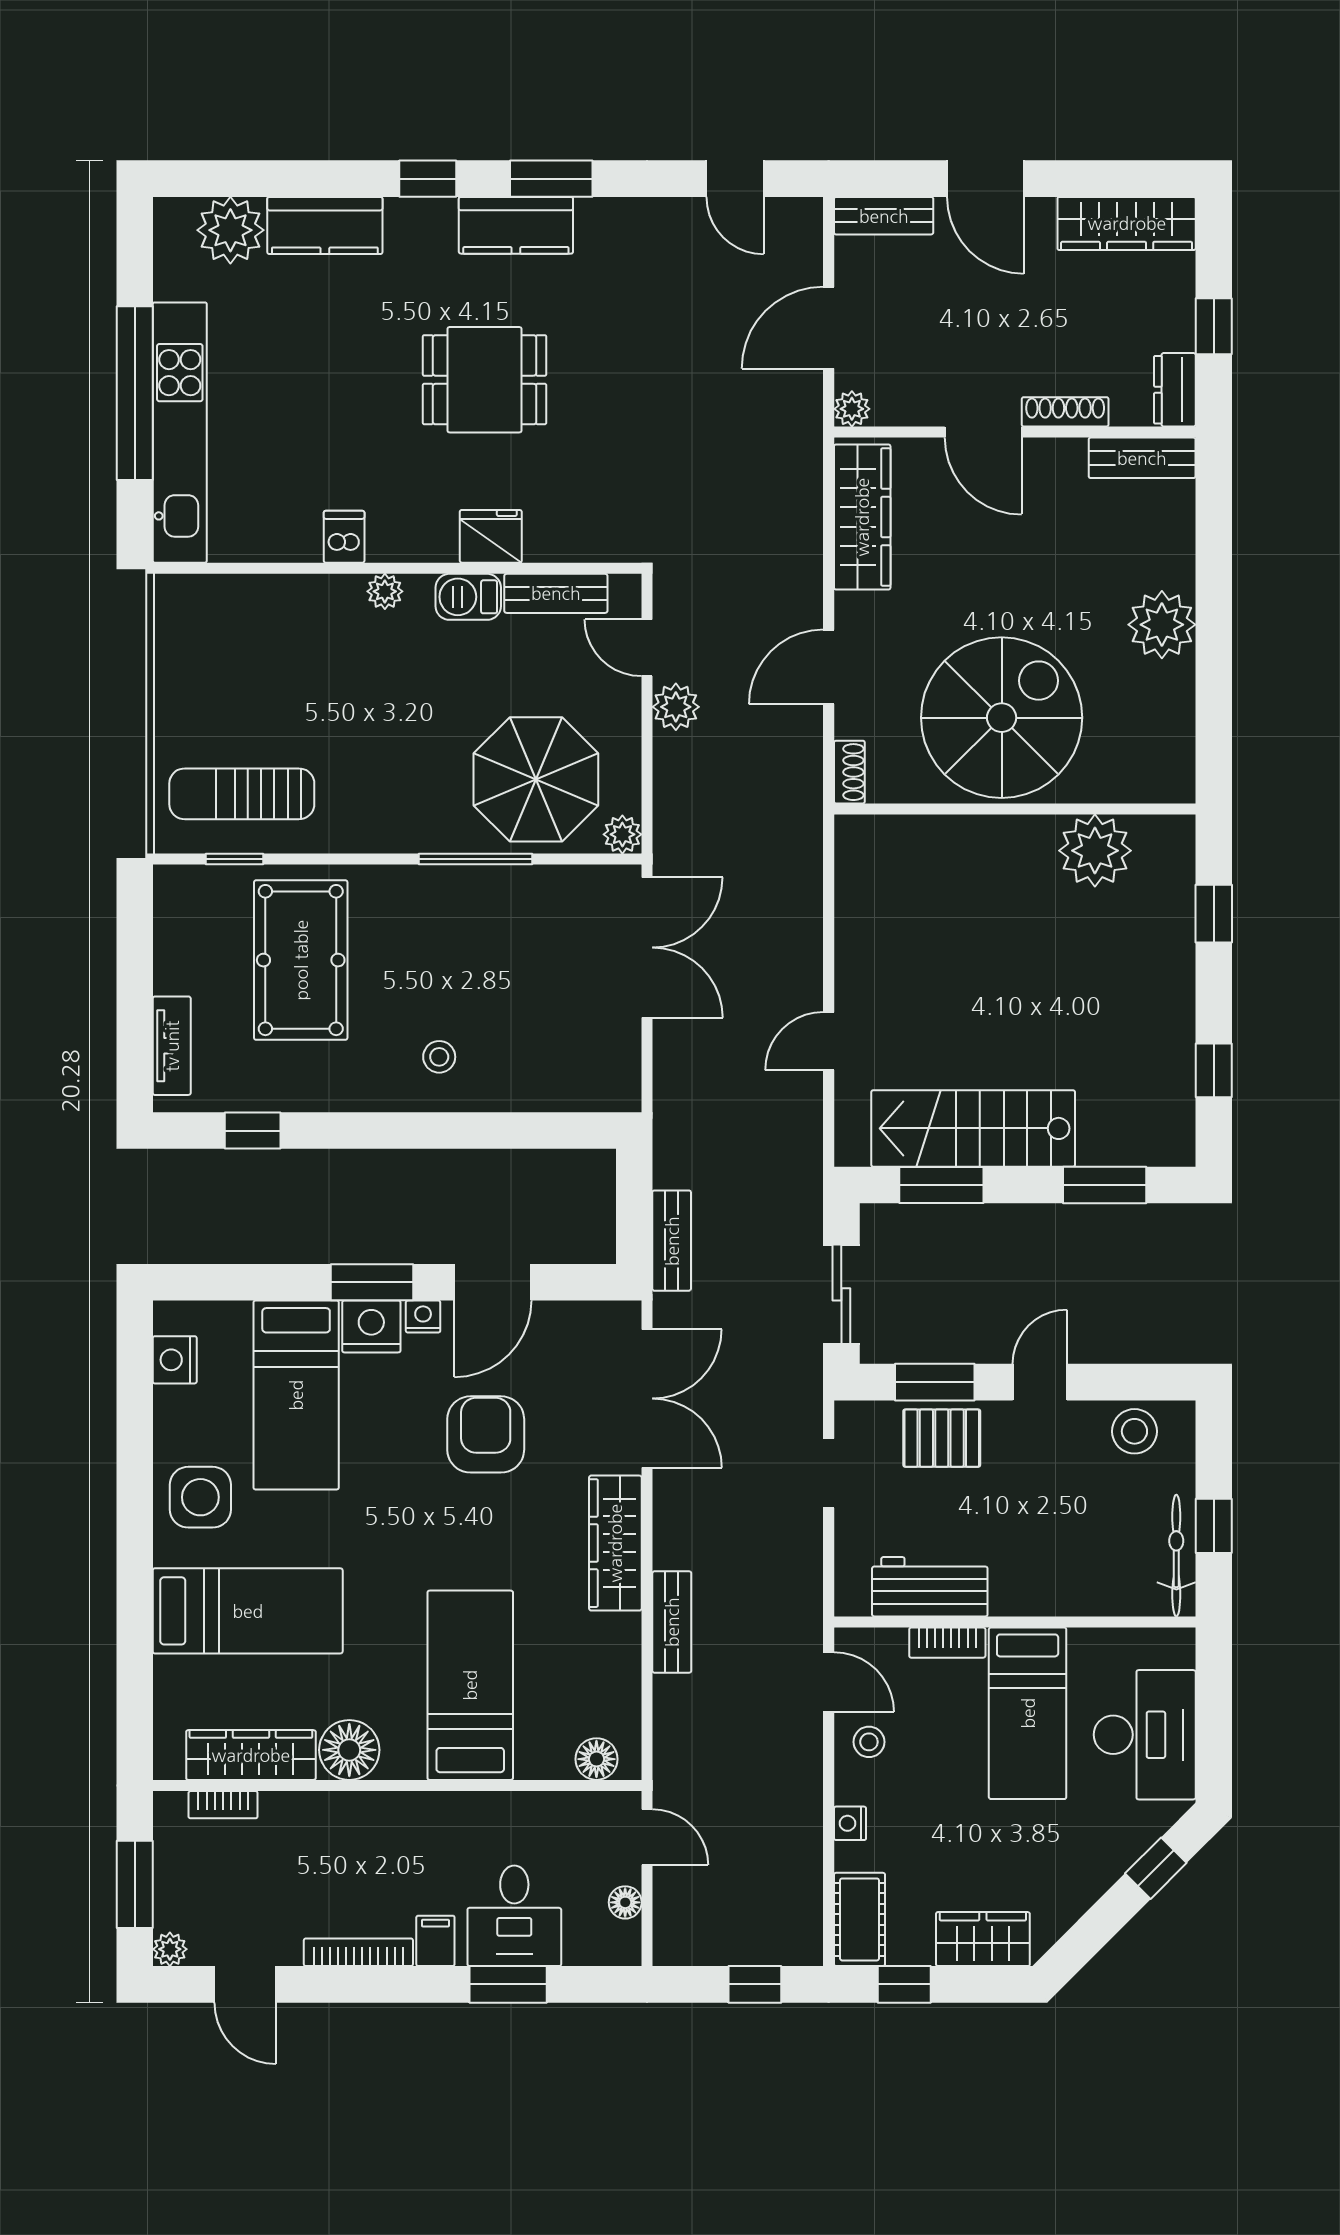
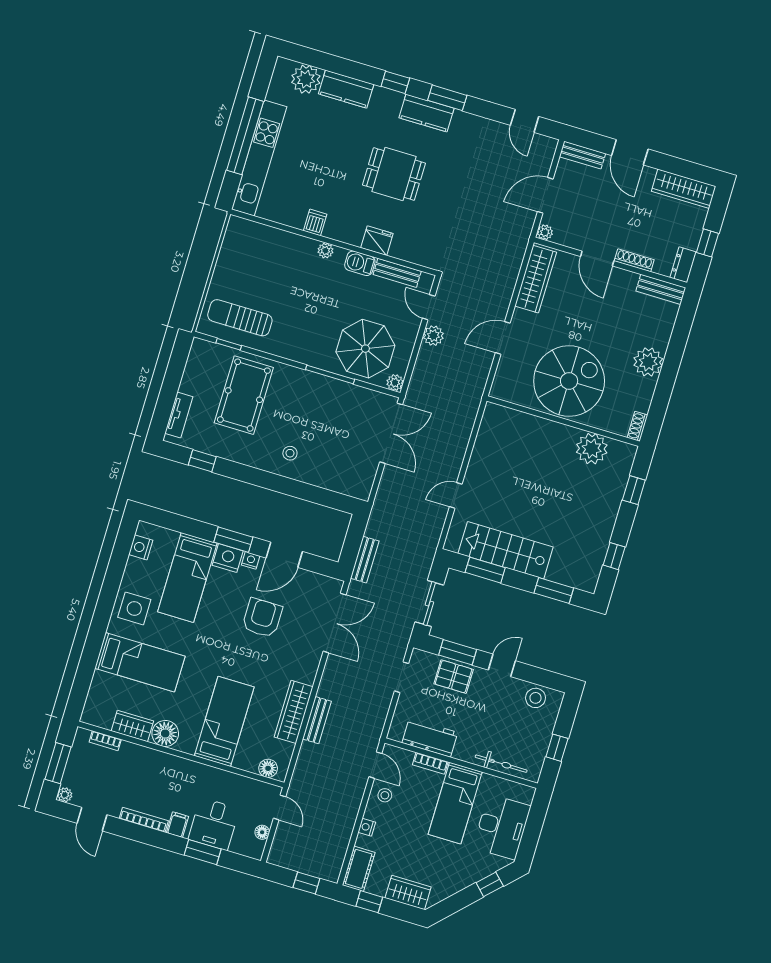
shoe rack: (849, 772) -> (637, 426), moved, turned 180
wardrobe: (615, 1543) -> (294, 712), moved
bicycle: (1176, 1556) -> (501, 764), moved, turned 90
wardrobe: (251, 1755) -> (132, 726), width x0.67

